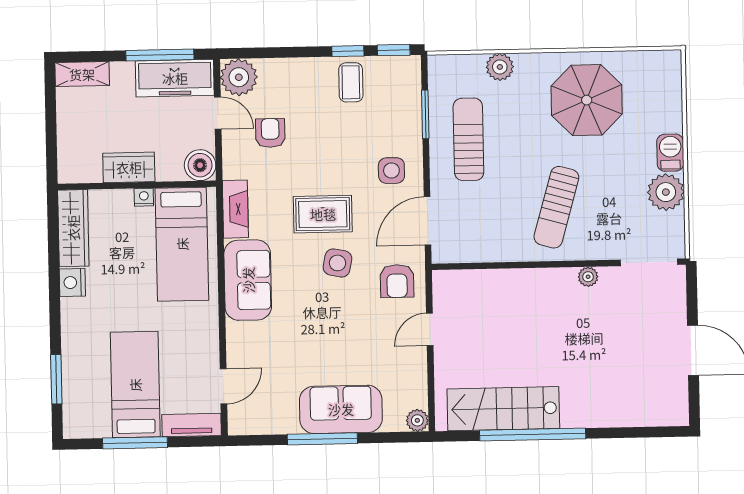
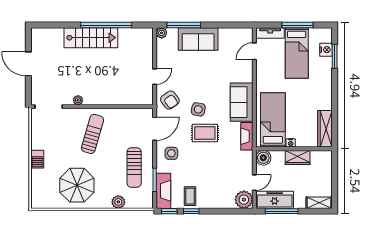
fireplace: (406, 92) -> (163, 191), added
door: (218, 113) -> (254, 183), swing flipped
armchair: (270, 133) -> (229, 173), removed
plant: (666, 192) -> (40, 140), removed
armchair: (397, 281) -> (170, 100), turned 144
nightstand: (72, 283) -> (326, 50), moved
stairs: (503, 409) -> (91, 38), moved
window: (322, 439) -> (184, 25), moved

